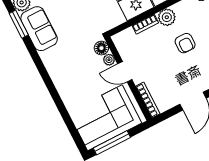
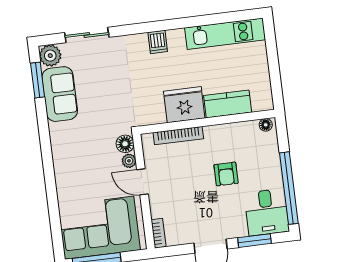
plant: (167, 17) -> (216, 135), removed
bookcase: (145, 24) -> (178, 136), width x1.56
bookcase: (148, 100) -> (159, 233), width x0.64

